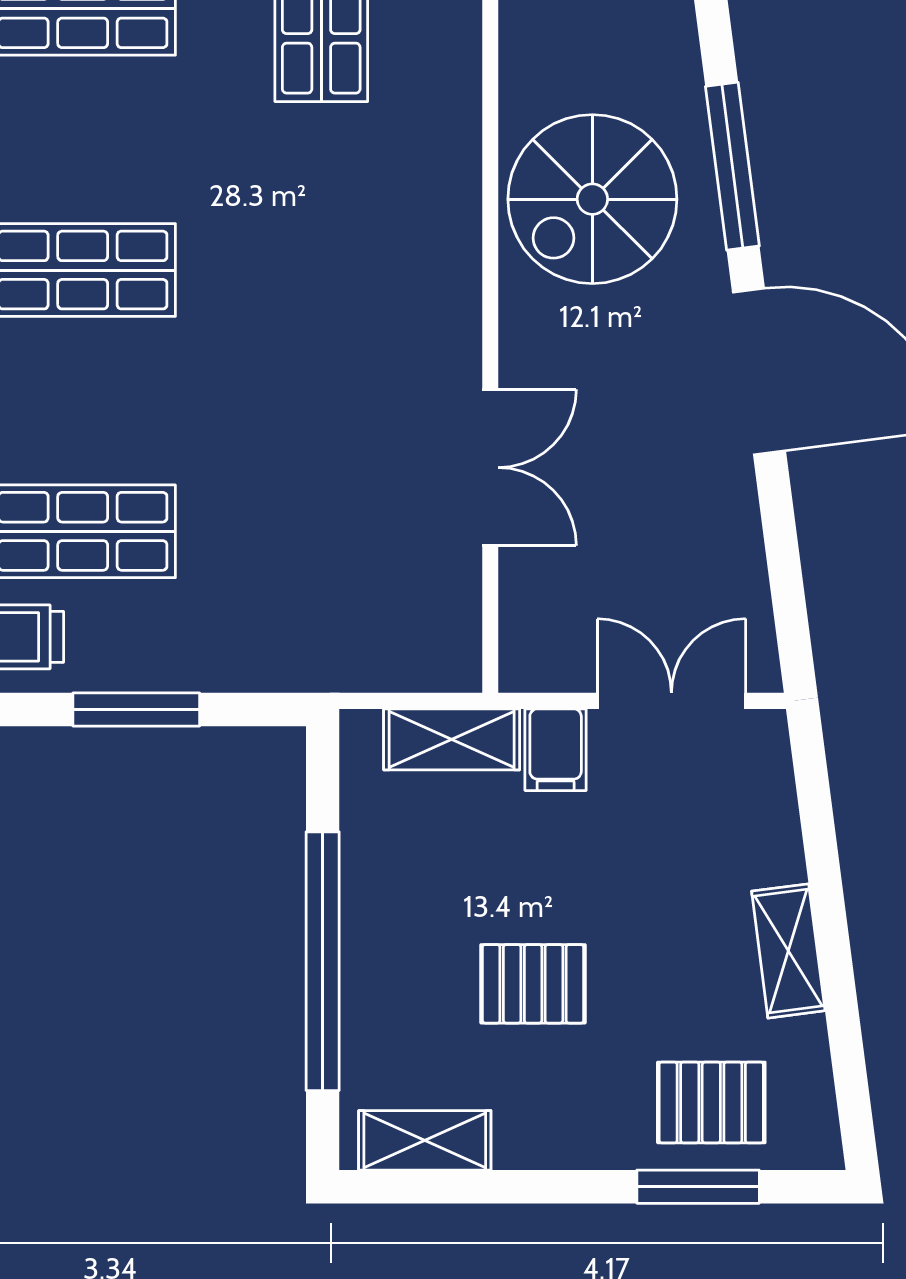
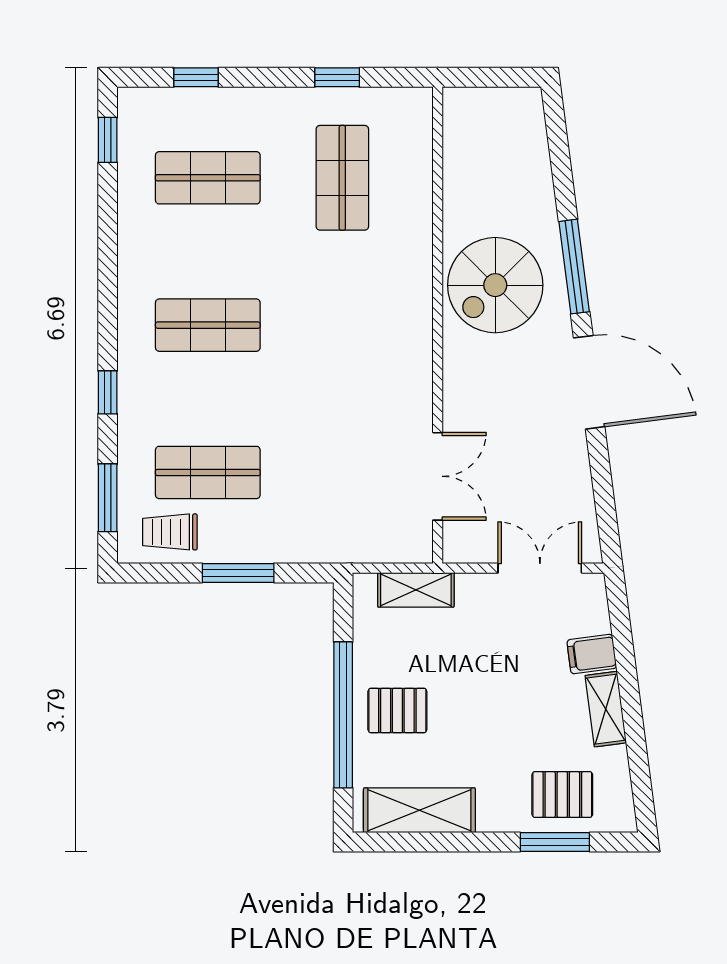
double door: (490, 468) -> (438, 476), moved
filing cabinet: (556, 750) -> (592, 654), moved, turned 83
pallet: (533, 984) -> (397, 711), moved
shelving: (425, 1140) -> (419, 810), width x1.50, depth x1.33

